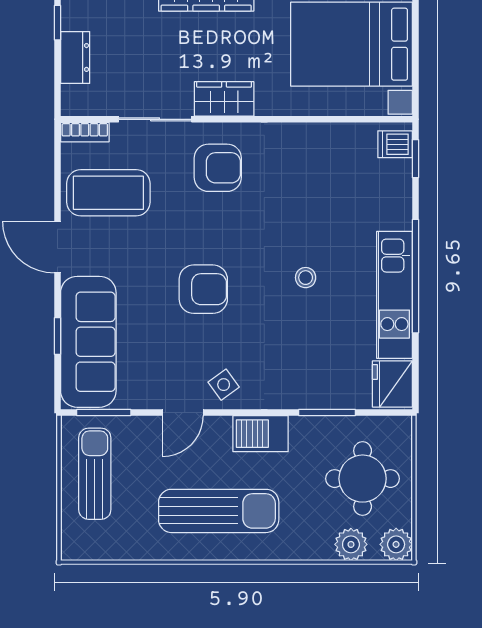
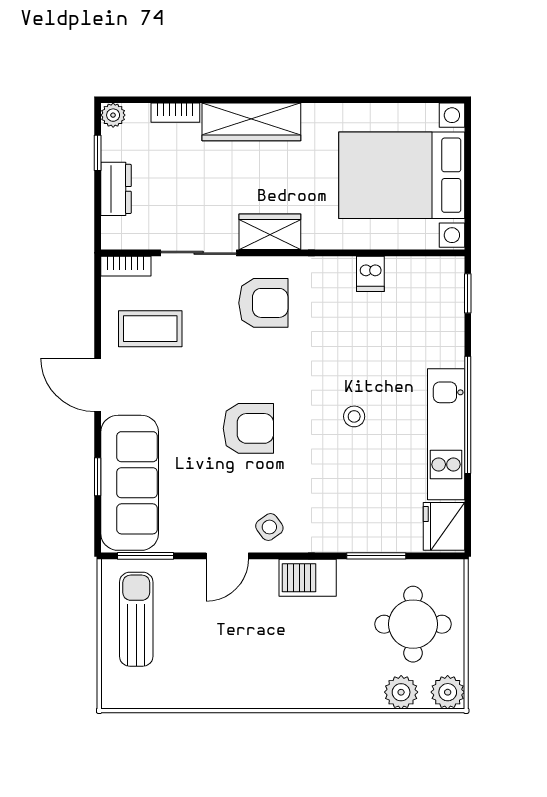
dishwasher: (395, 144) -> (370, 274), moved, turned -90
coffee table: (108, 193) -> (150, 329), width x0.73, depth x0.76
sun lounger: (219, 511) -> (264, 658), removed

